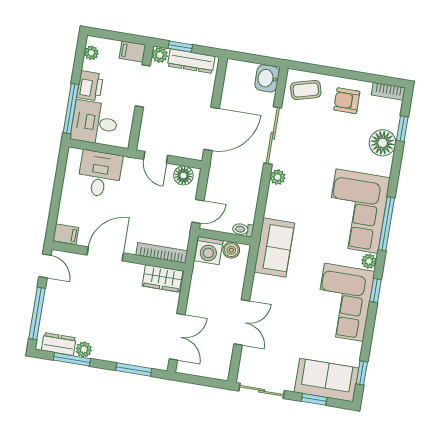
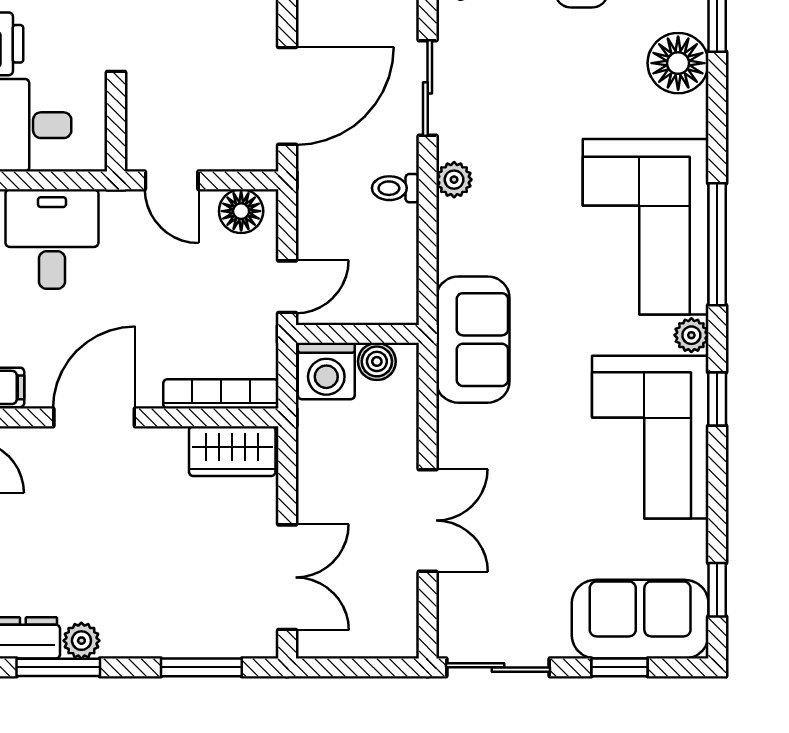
sliding door: (273, 136) -> (428, 88), width x0.73
toilet: (243, 230) -> (395, 188), moved

